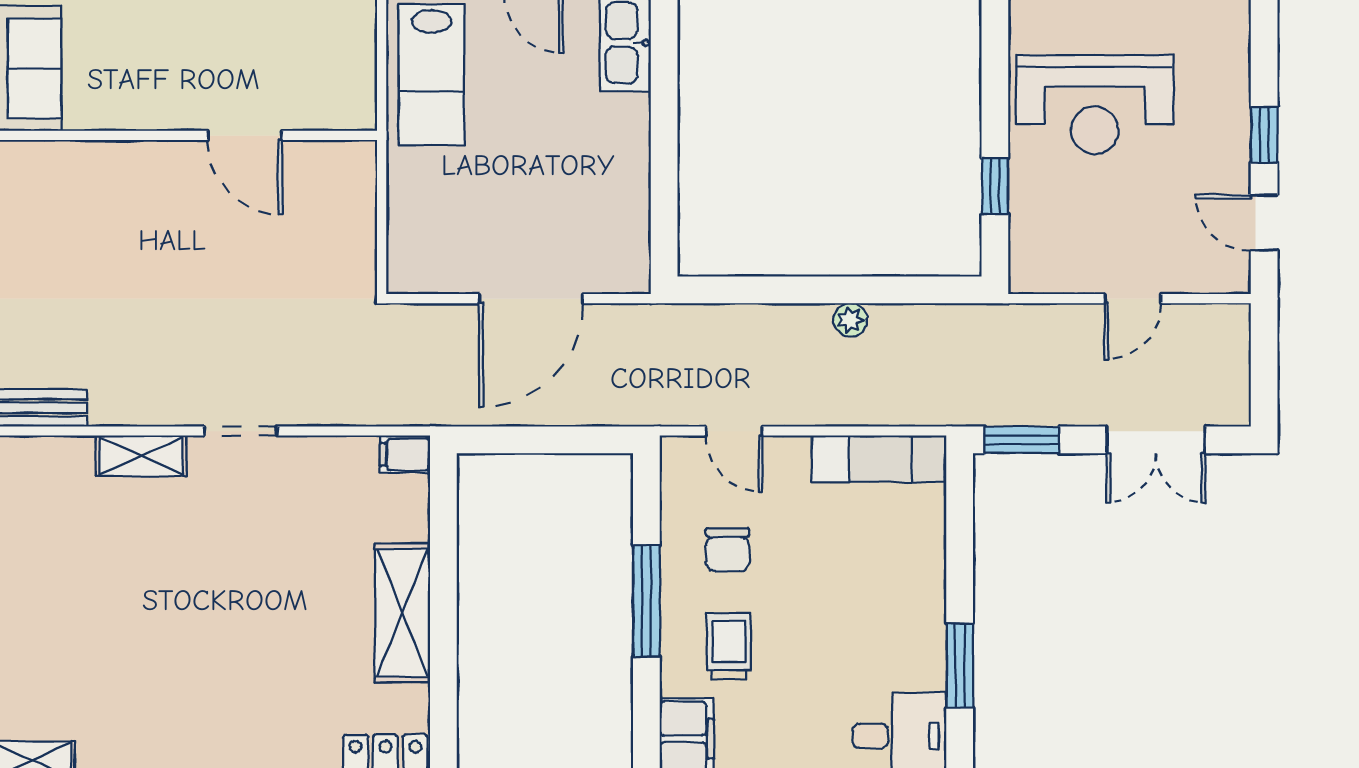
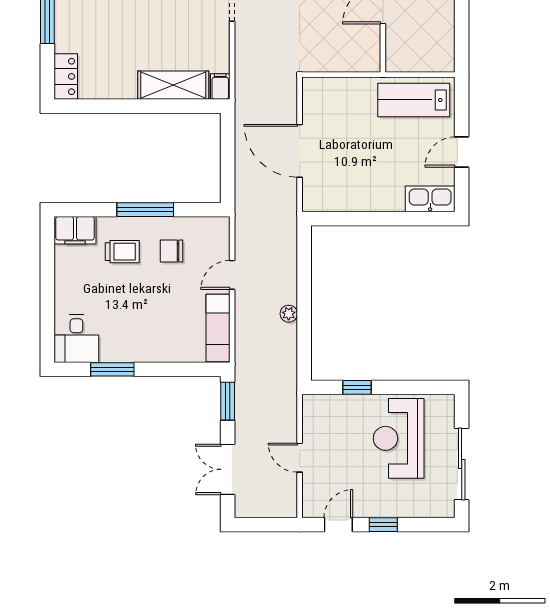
door: (734, 431) -> (232, 275), moved
shelving: (402, 613) -> (173, 85), moved

